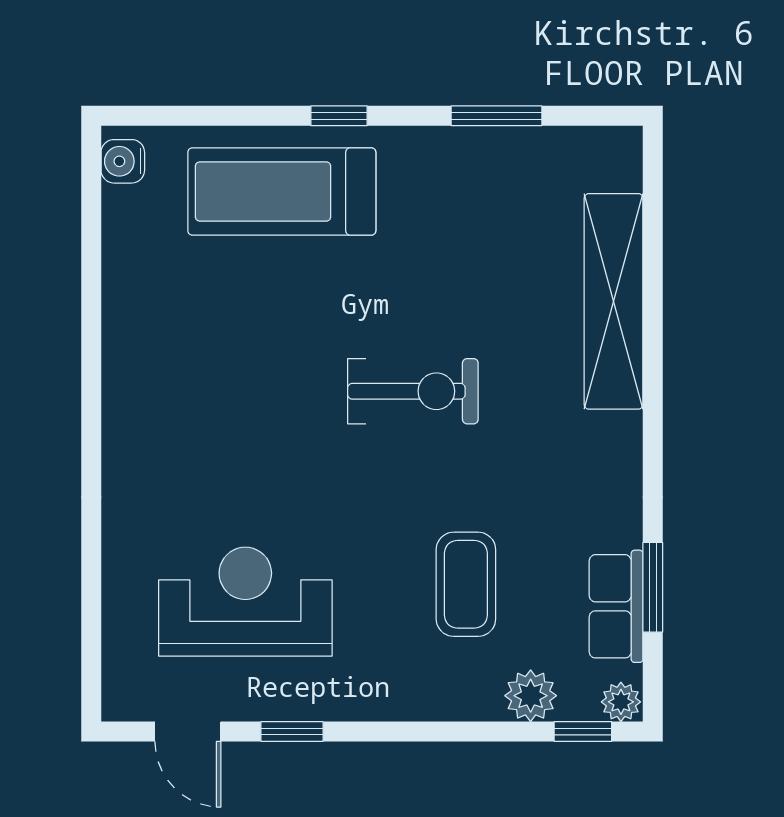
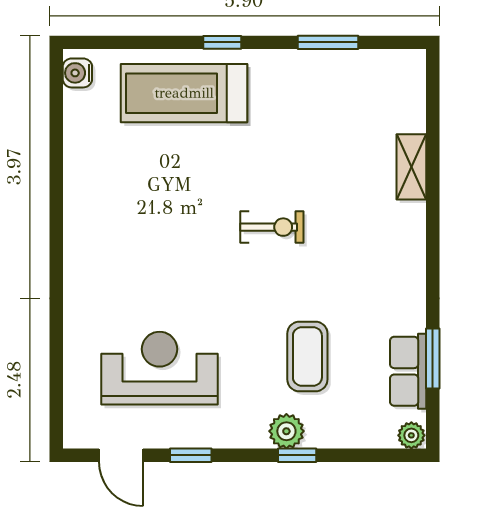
shelving: (614, 301) -> (411, 167), width x0.45, depth x0.75
exercise bike: (413, 391) -> (272, 227), width x0.73, depth x0.72
plant: (531, 696) -> (286, 431), moved
window: (583, 732) -> (297, 455), moved

